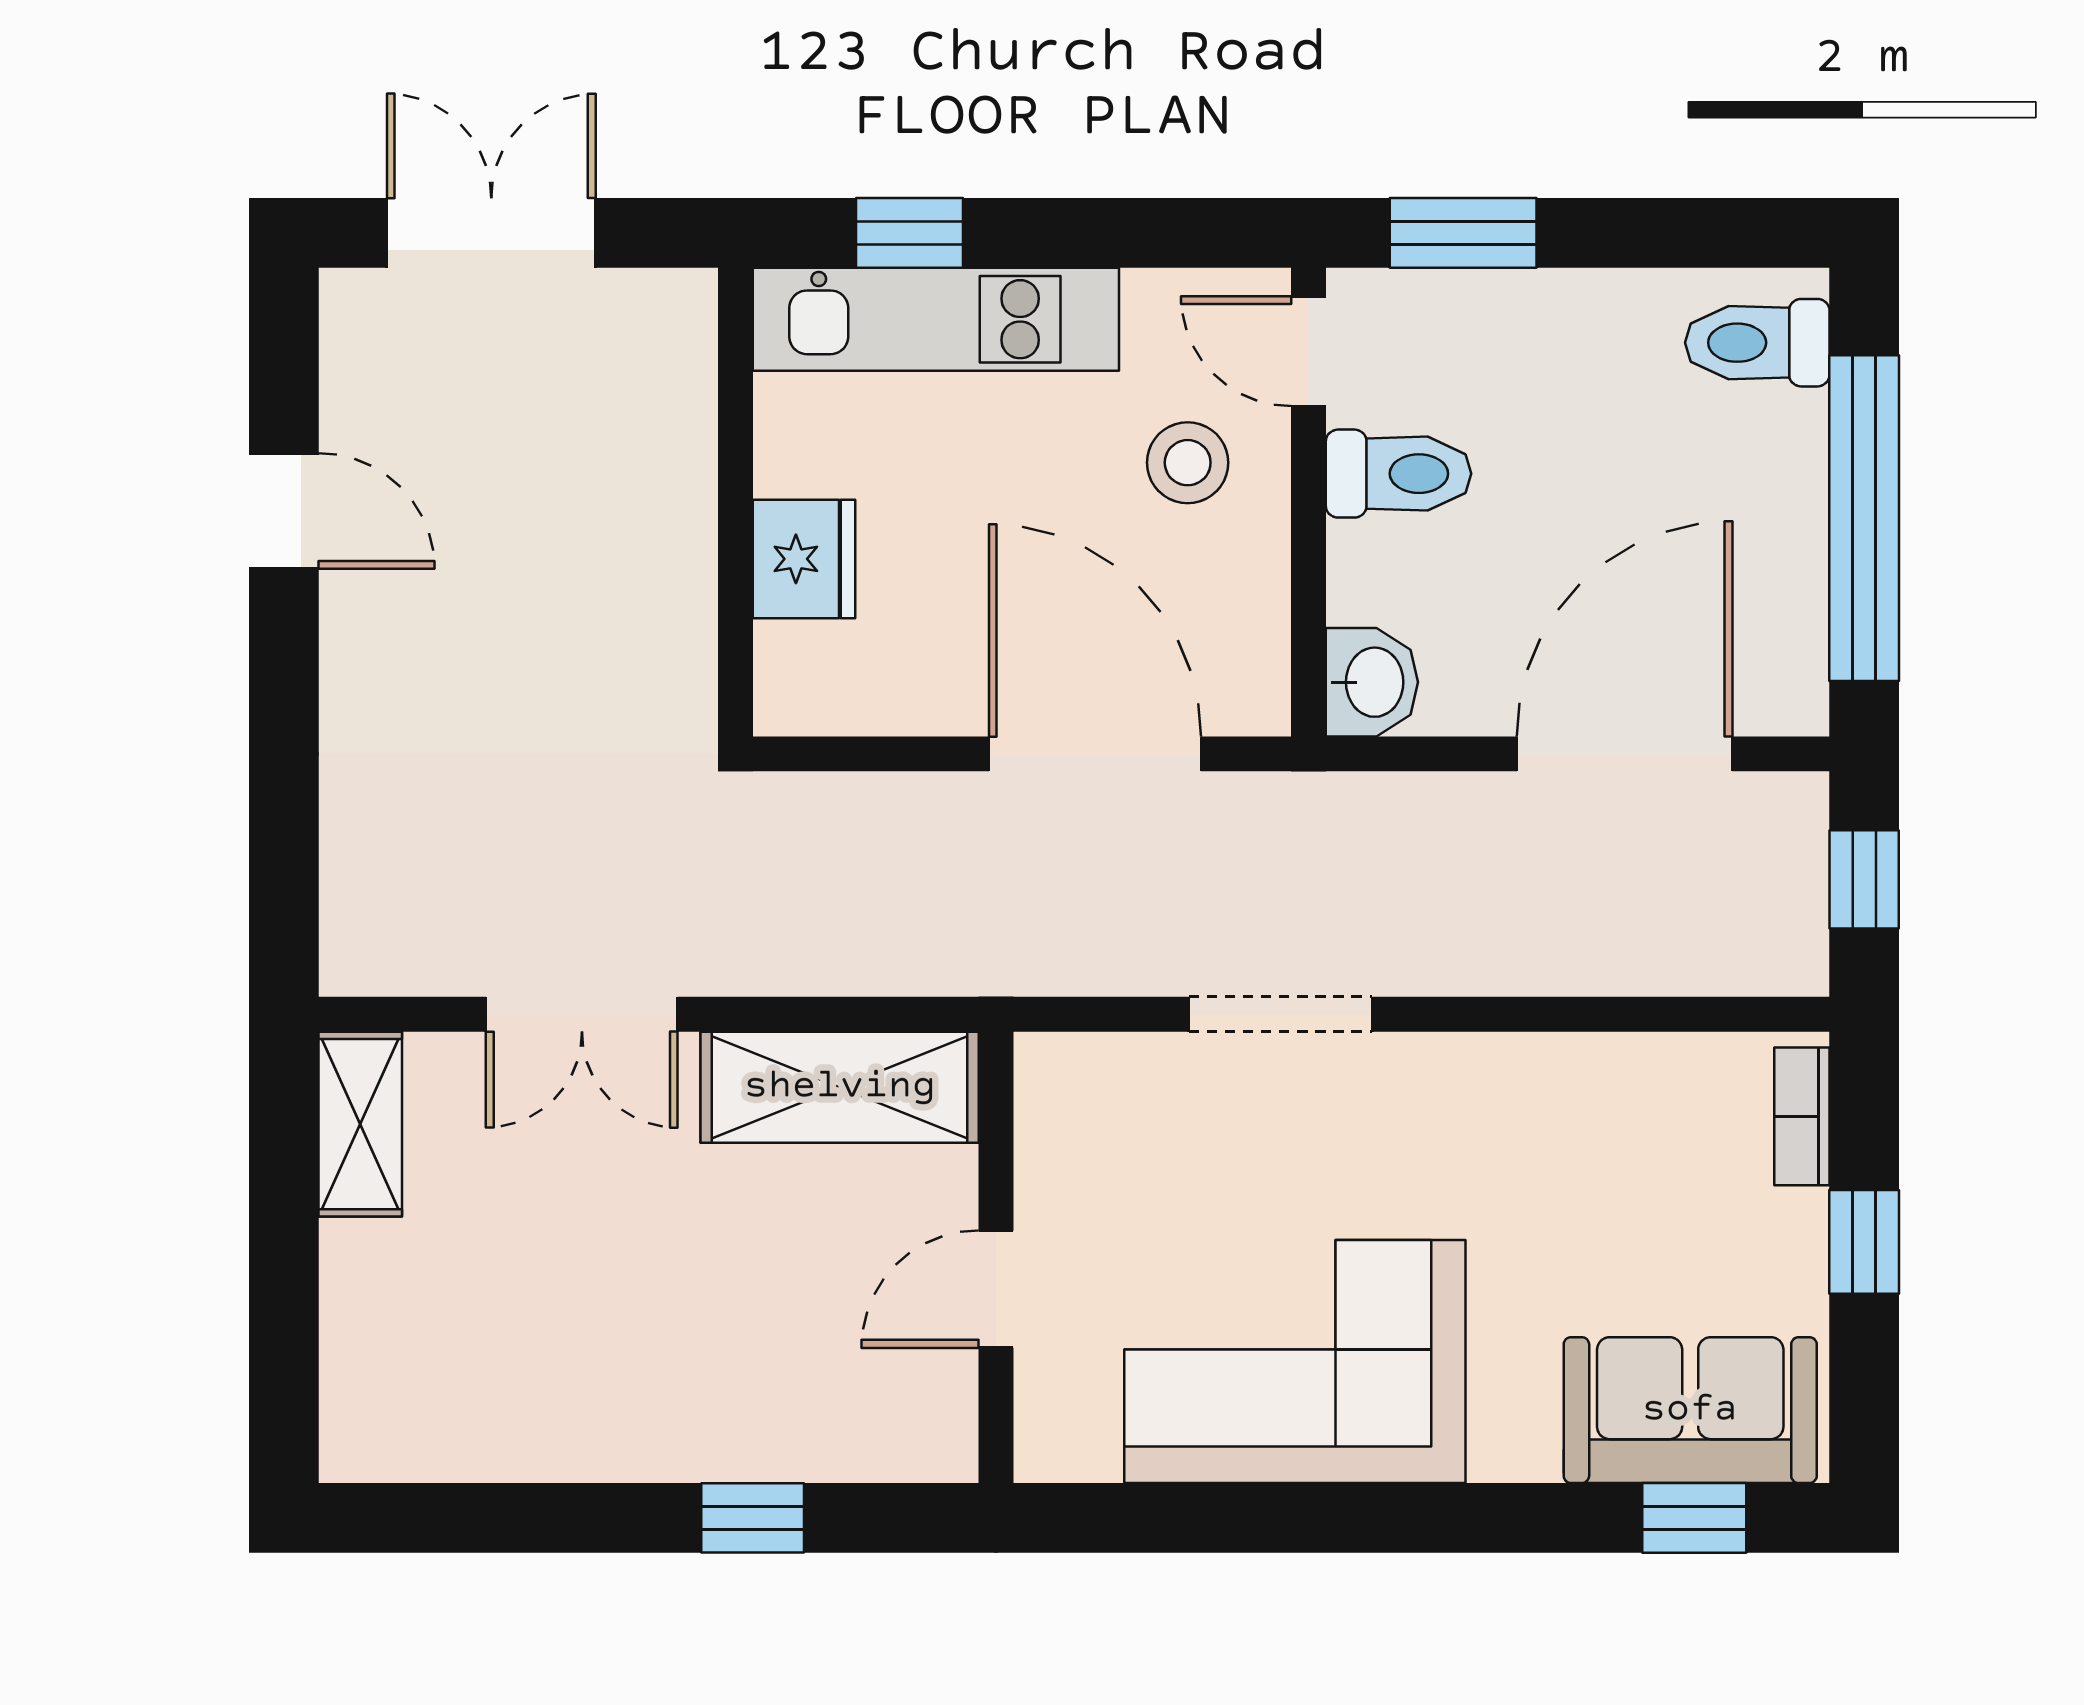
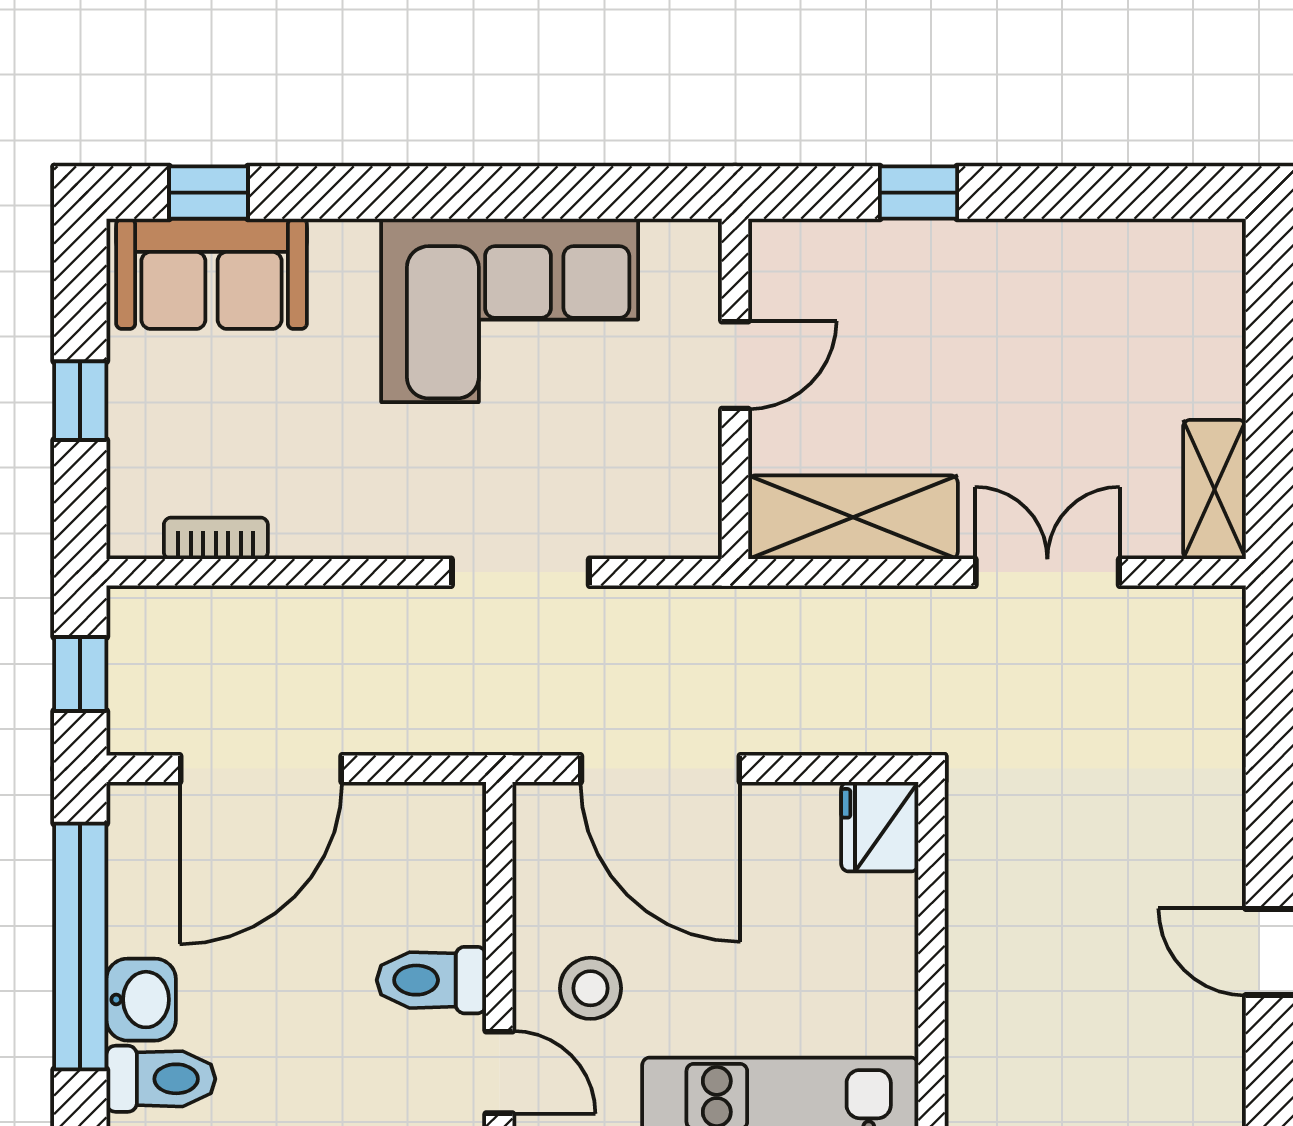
fridge: (804, 559) -> (880, 827), moved
washbasin: (1372, 682) -> (141, 1000), moved, turned 180
bookcase: (1802, 1116) -> (216, 538), moved, turned -90

